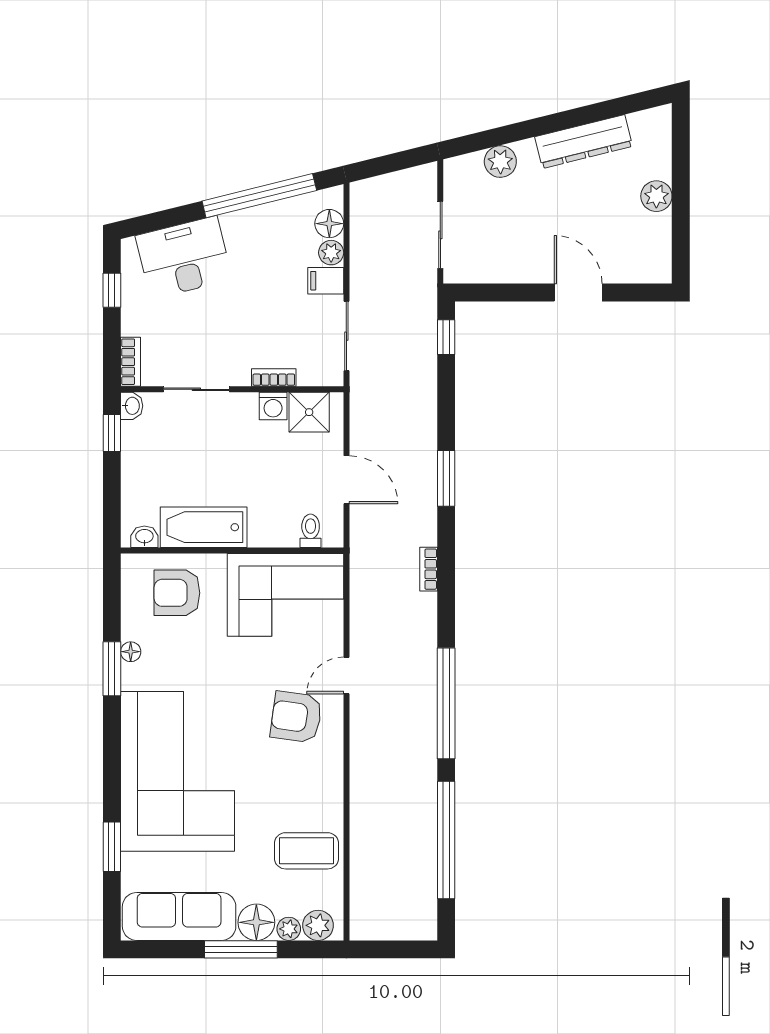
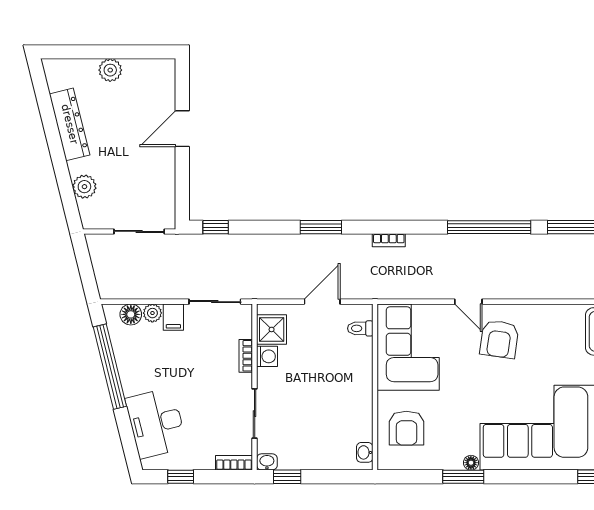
bathtub: (204, 527) -> (358, 408), removed
floor lamp: (131, 652) -> (471, 463), moved

